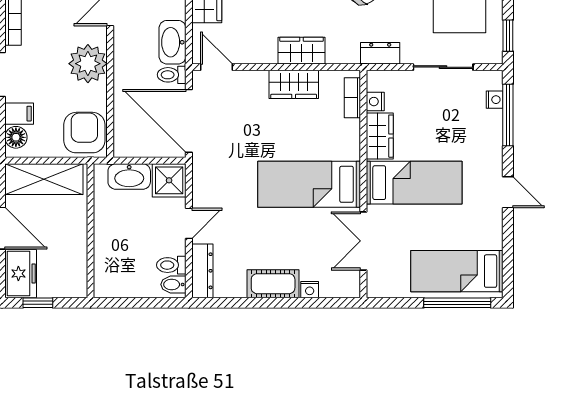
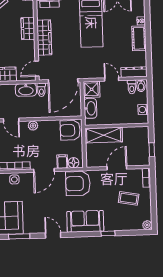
plant: (88, 64) -> (33, 126), width x0.53, depth x0.53
wardrobe: (294, 84) -> (44, 38), width x1.50
shelving: (44, 179) -> (104, 135), moved, turned 90
freezer: (21, 274) -> (138, 158), removed
washing machine: (123, 287) -> (143, 110), added

